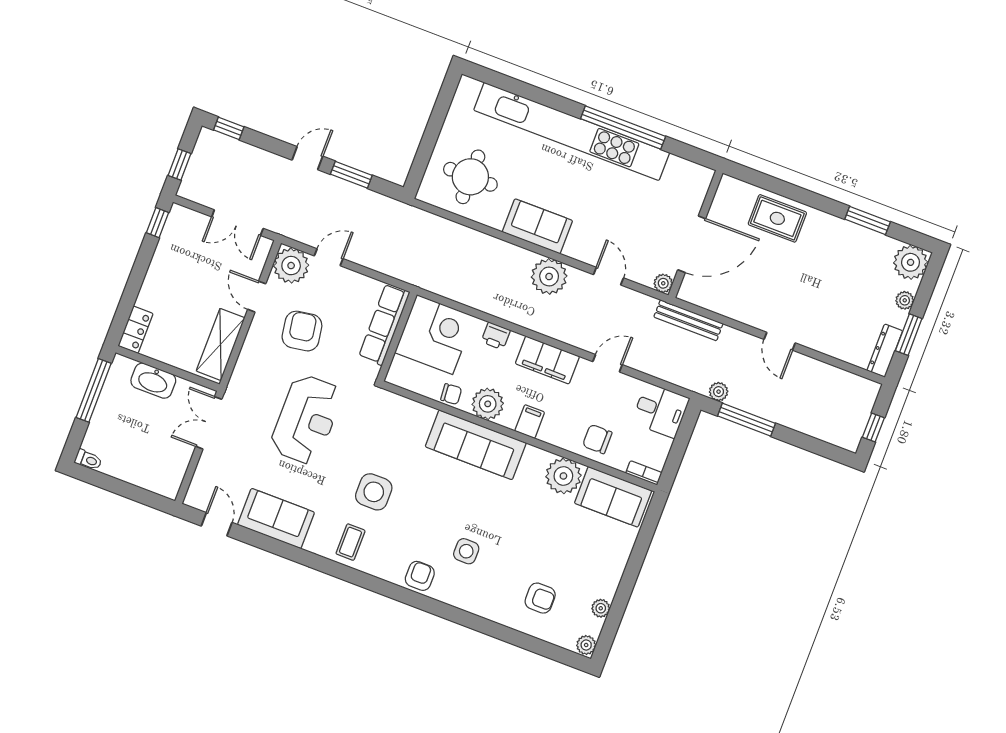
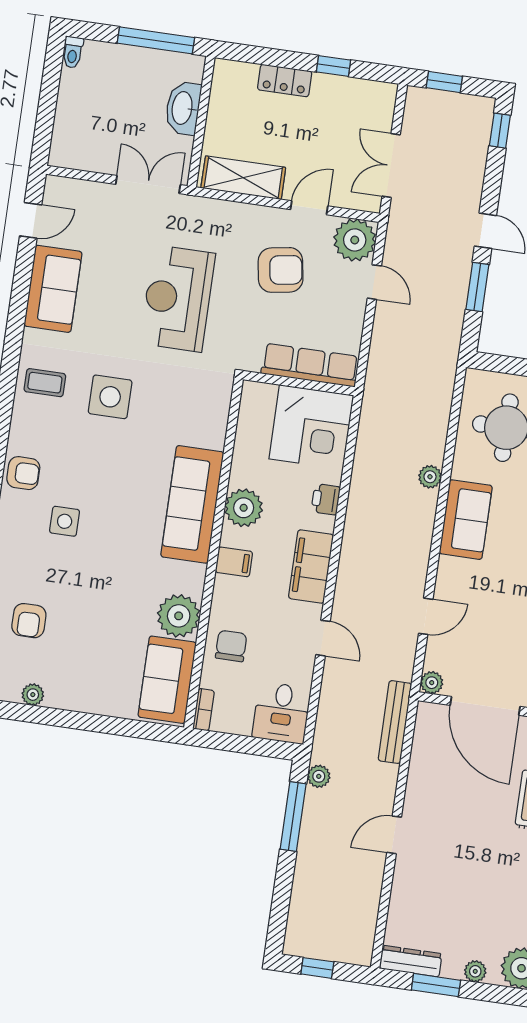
window: (157, 223) -> (334, 66), moved
plant: (549, 276) -> (430, 477), moved, width x0.53, depth x0.53
locker: (136, 330) -> (285, 80), moved
chair: (451, 394) -> (246, 462), removed
reception desk: (306, 419) -> (178, 298), turned 90

